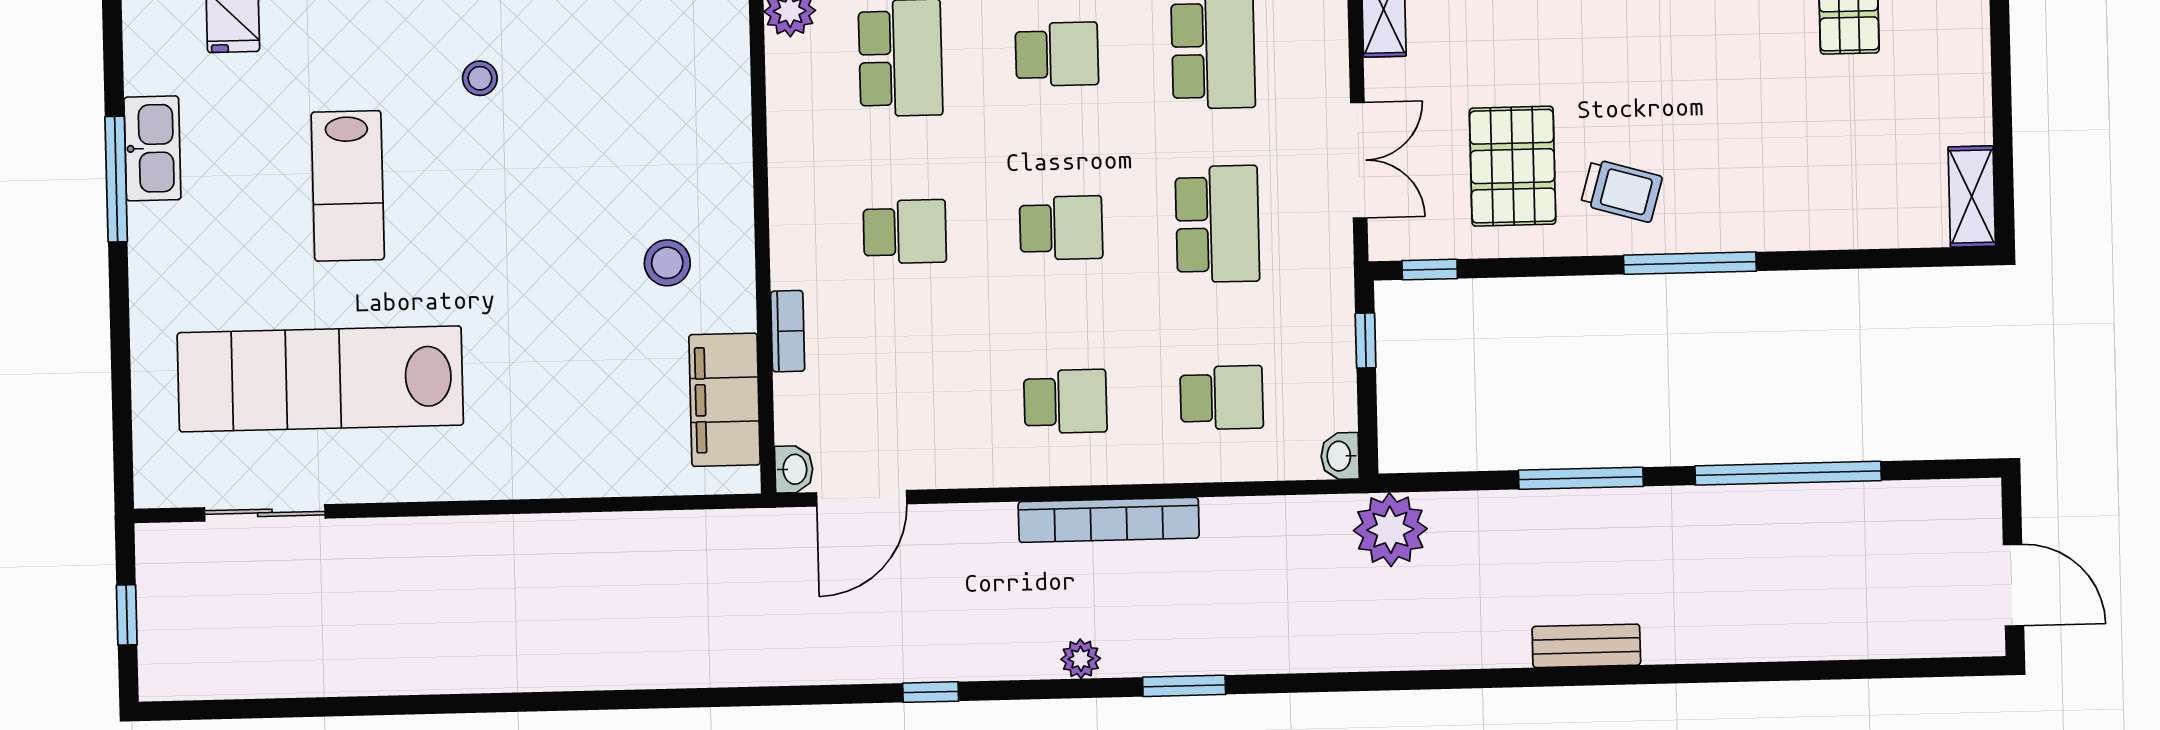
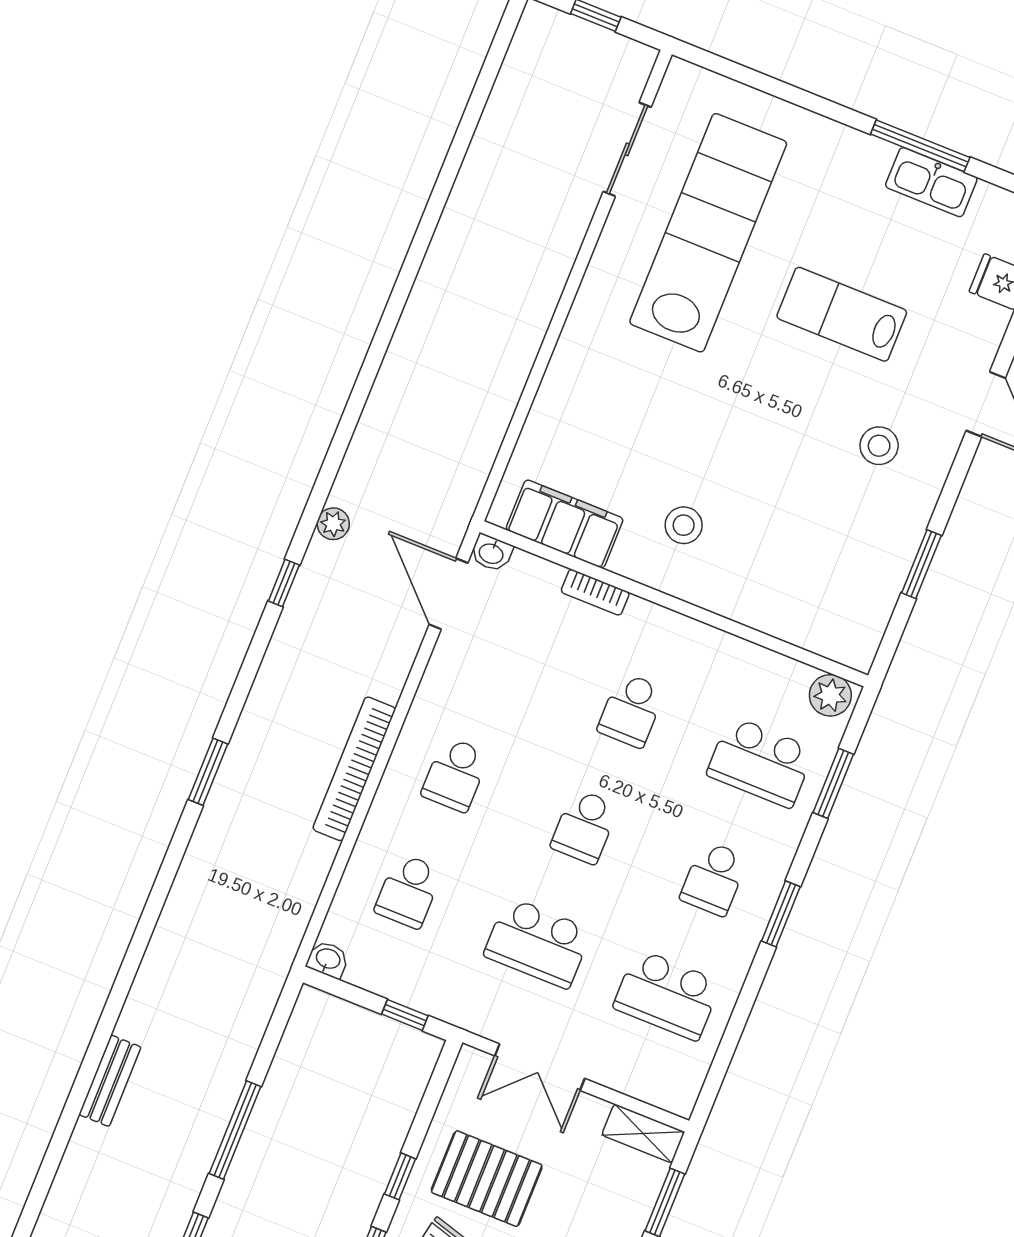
stool: (480, 78) -> (879, 446), width x1.37, depth x1.37
window: (1430, 270) -> (400, 1176), moved
plant: (1390, 530) -> (258, 973), removed
plant: (1081, 659) -> (333, 524), moved

